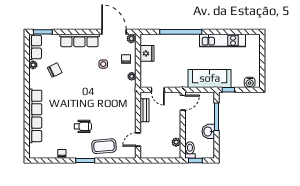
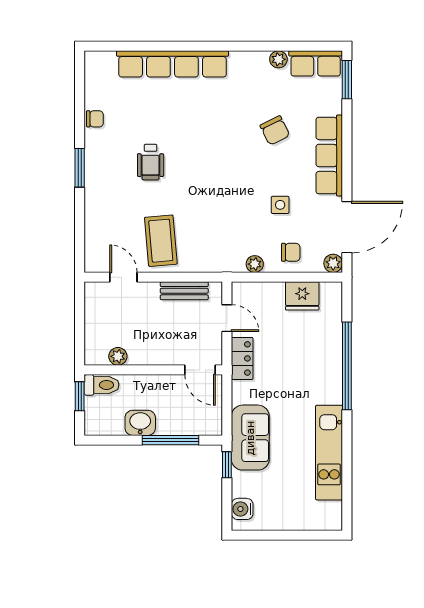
chair: (55, 70) -> (275, 130), moved
sofa: (210, 78) -> (250, 438), width x0.73
locker: (177, 82) -> (242, 358), added
door: (158, 90) -> (227, 318), swing flipped
coffee table: (104, 146) -> (161, 241), moved

